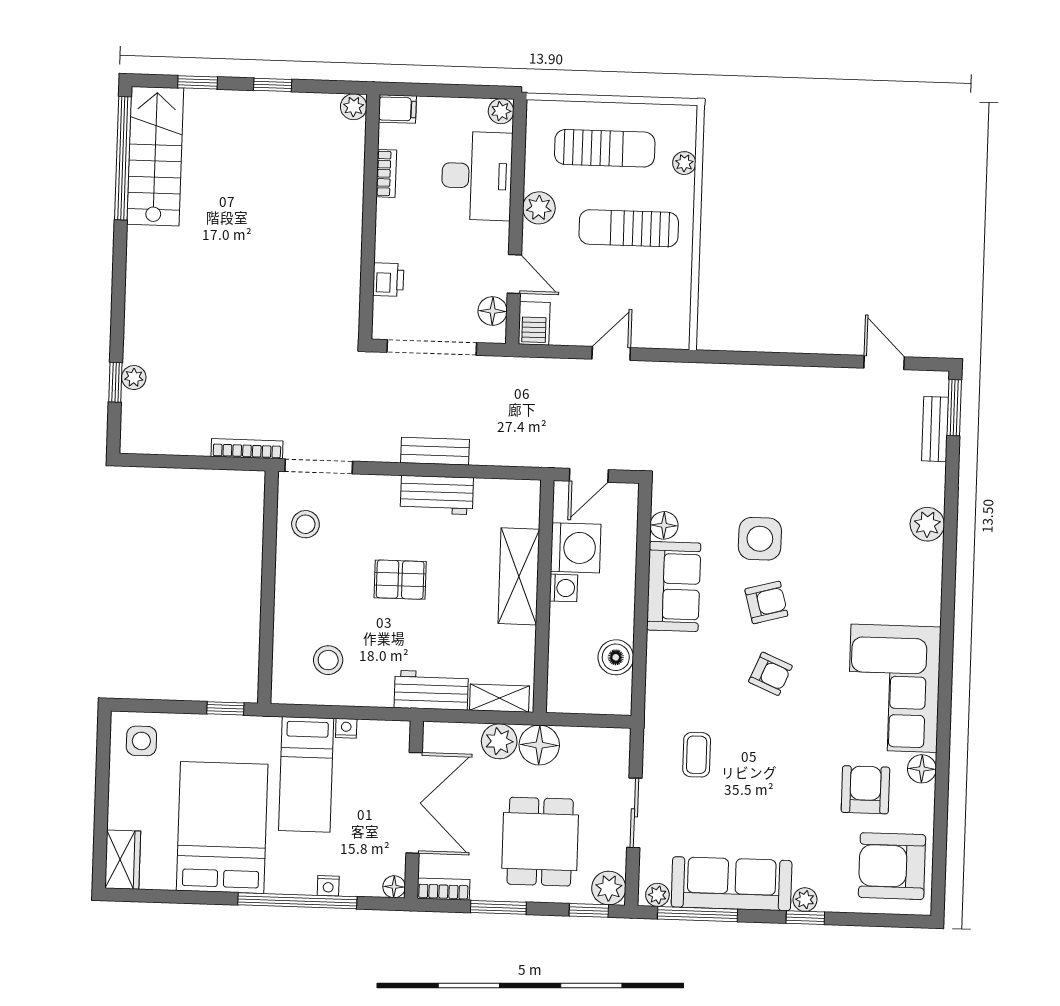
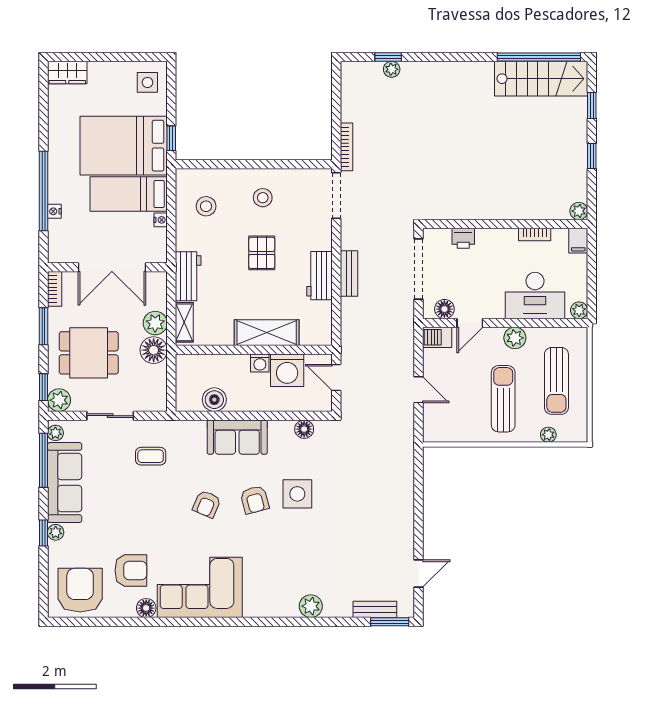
stool: (305, 524) -> (263, 198), moved
sofa: (674, 586) -> (237, 437), moved
bed: (222, 827) -> (124, 146), moved, turned 180
floor lamp: (394, 887) -> (55, 256), removed

